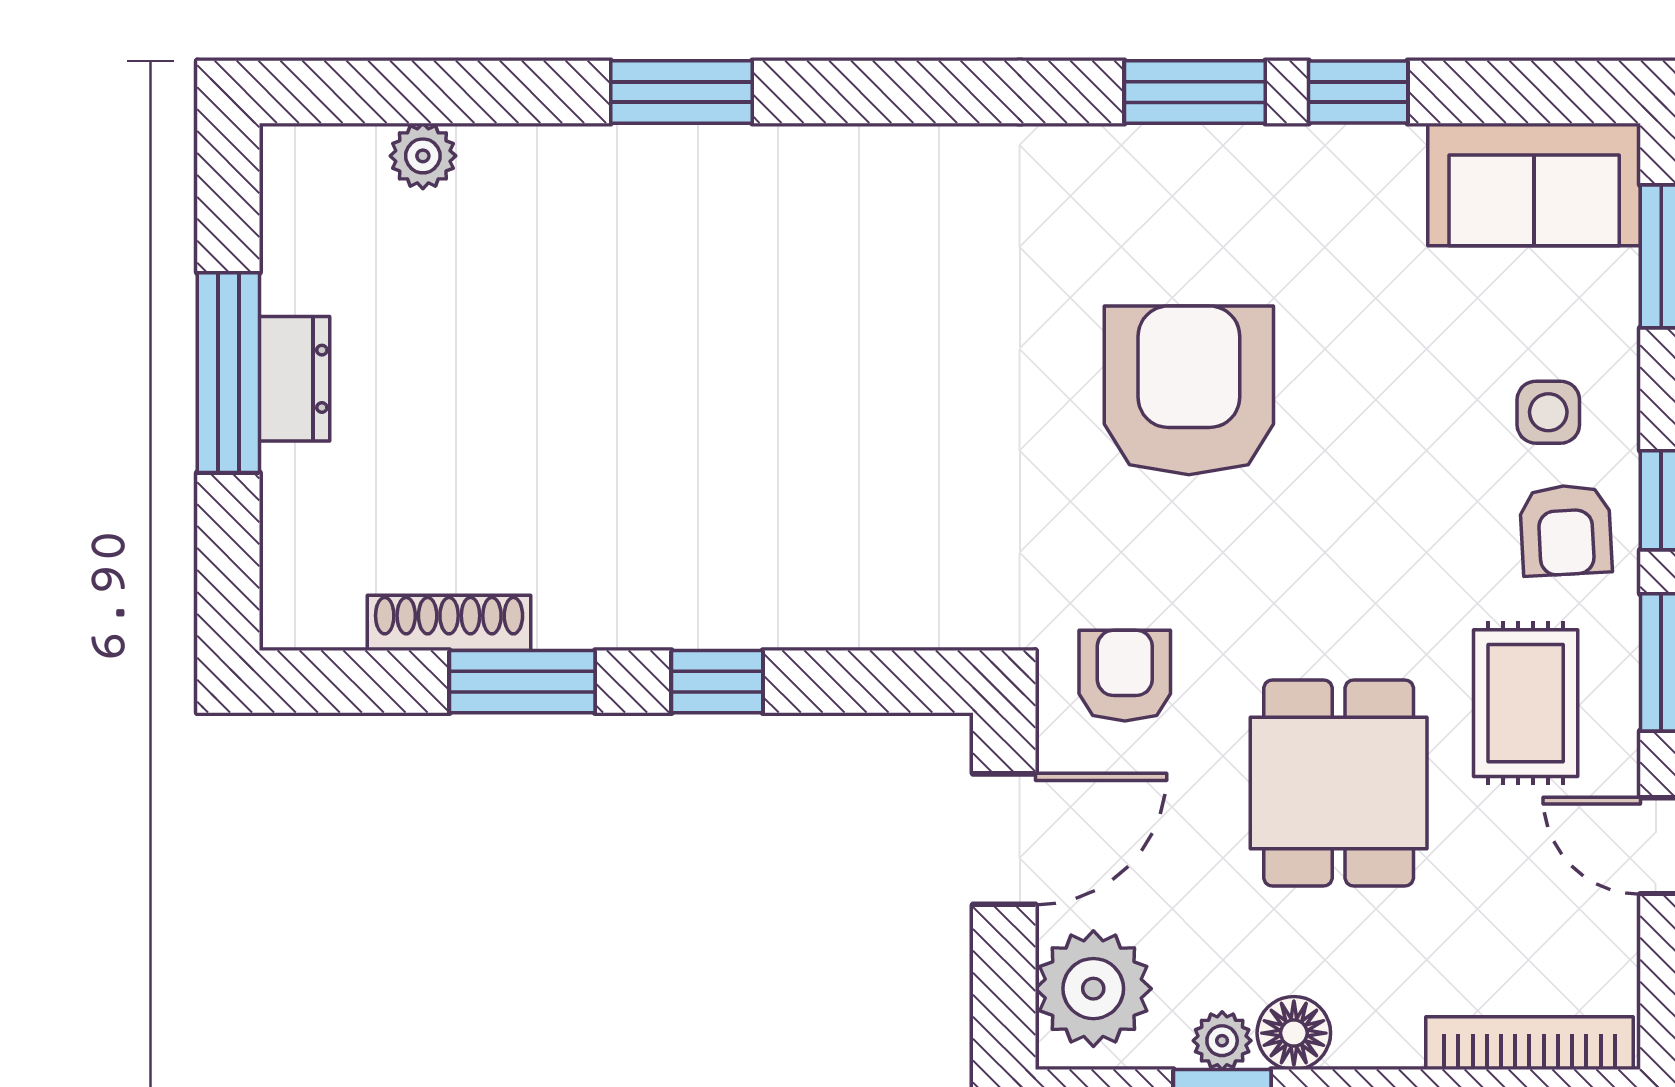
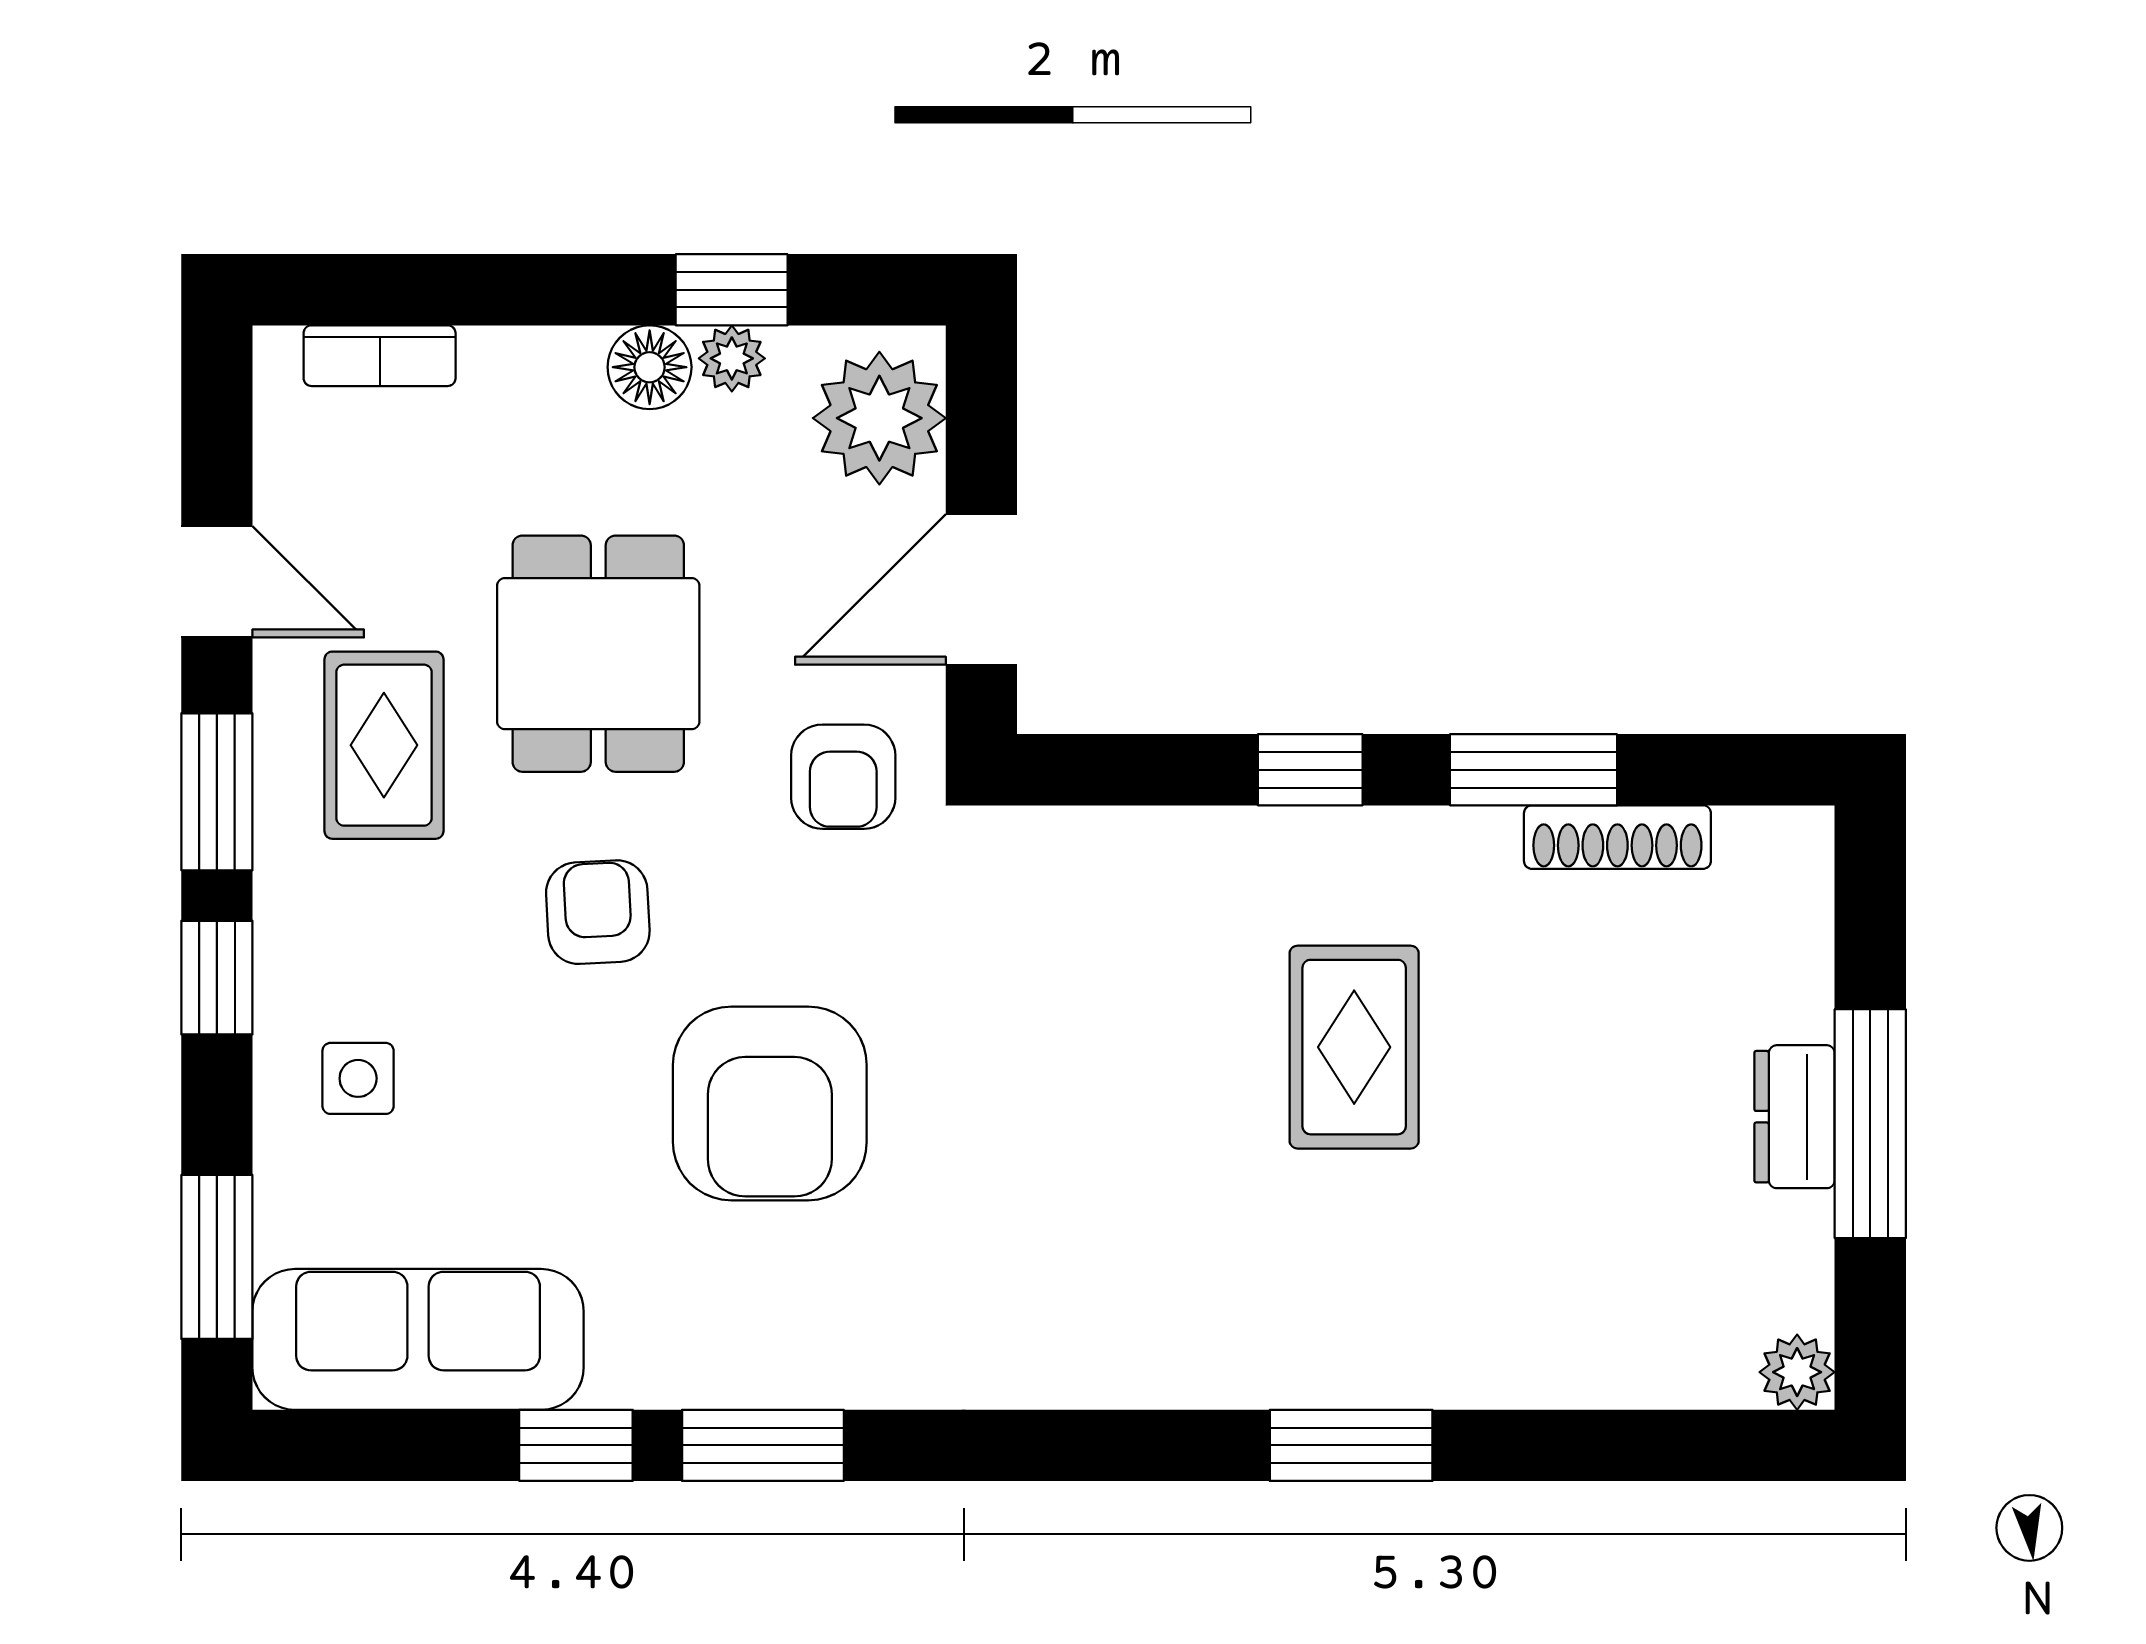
plant: (423, 156) -> (1797, 1372), moved
sofa: (1534, 184) -> (418, 1339), width x1.36
rug: (679, 440) -> (1354, 1047), added
armchair: (1566, 530) -> (598, 912), moved
bookcase: (1529, 1043) -> (380, 356), width x0.64

